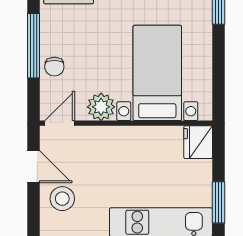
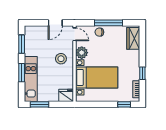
stool: (62, 199) -> (61, 59), moved

